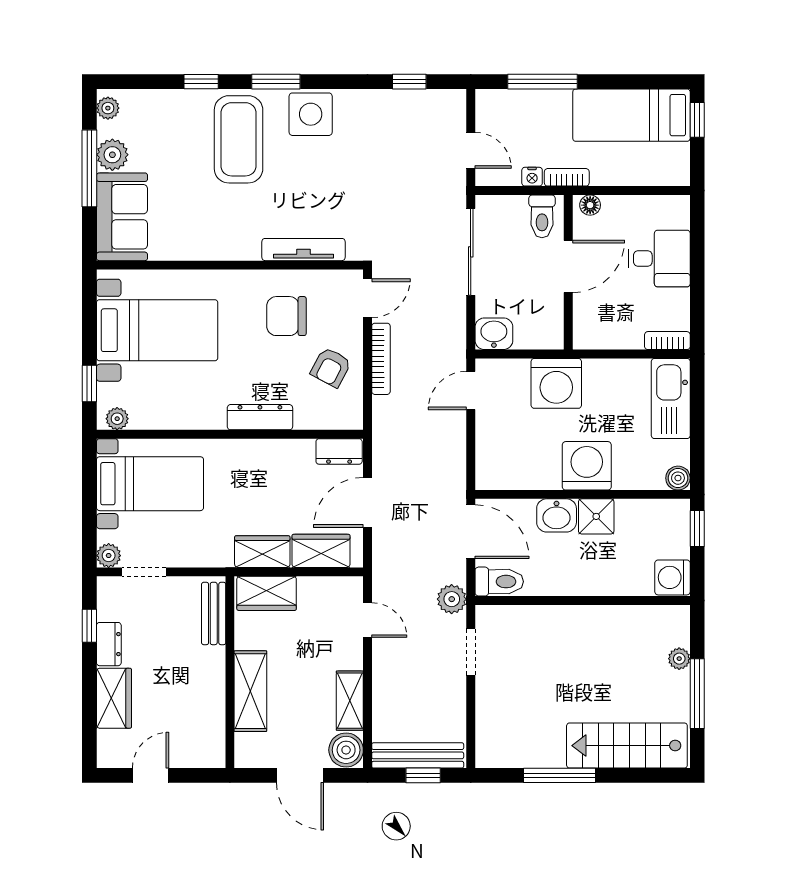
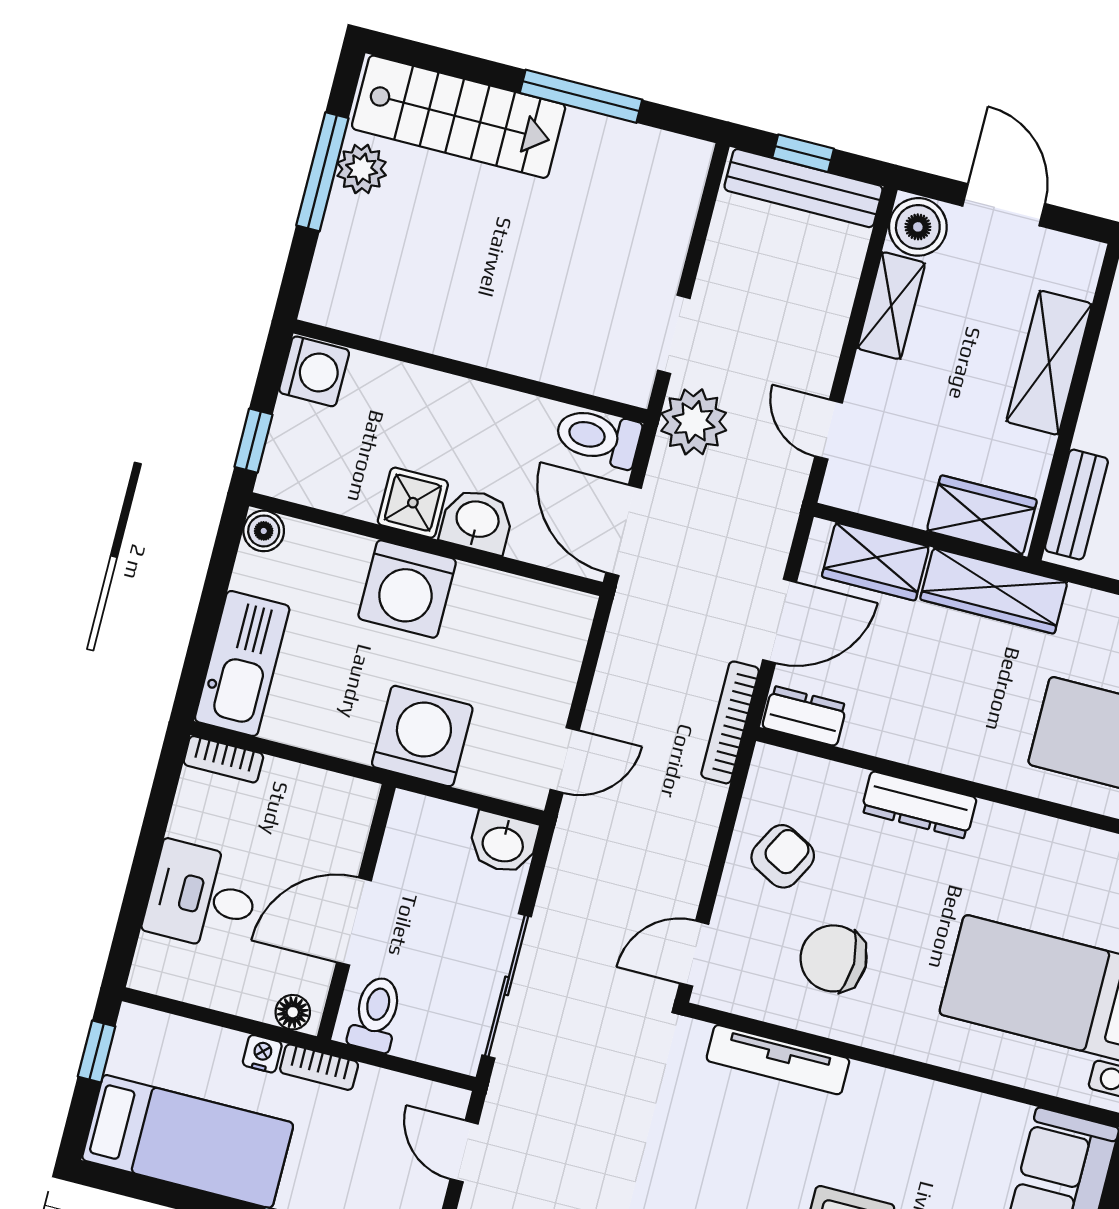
window: (697, 120) -> (97, 1051), moved
nightstand: (532, 177) -> (262, 1054), moved
chair: (286, 316) -> (834, 958), turned 180
bookcase: (381, 359) -> (730, 722), moved
wardrobe: (262, 552) -> (994, 591), width x1.50
plant: (452, 599) -> (694, 422), width x1.36, depth x1.36
plant: (679, 659) -> (362, 169), moved, width x1.38, depth x1.38

